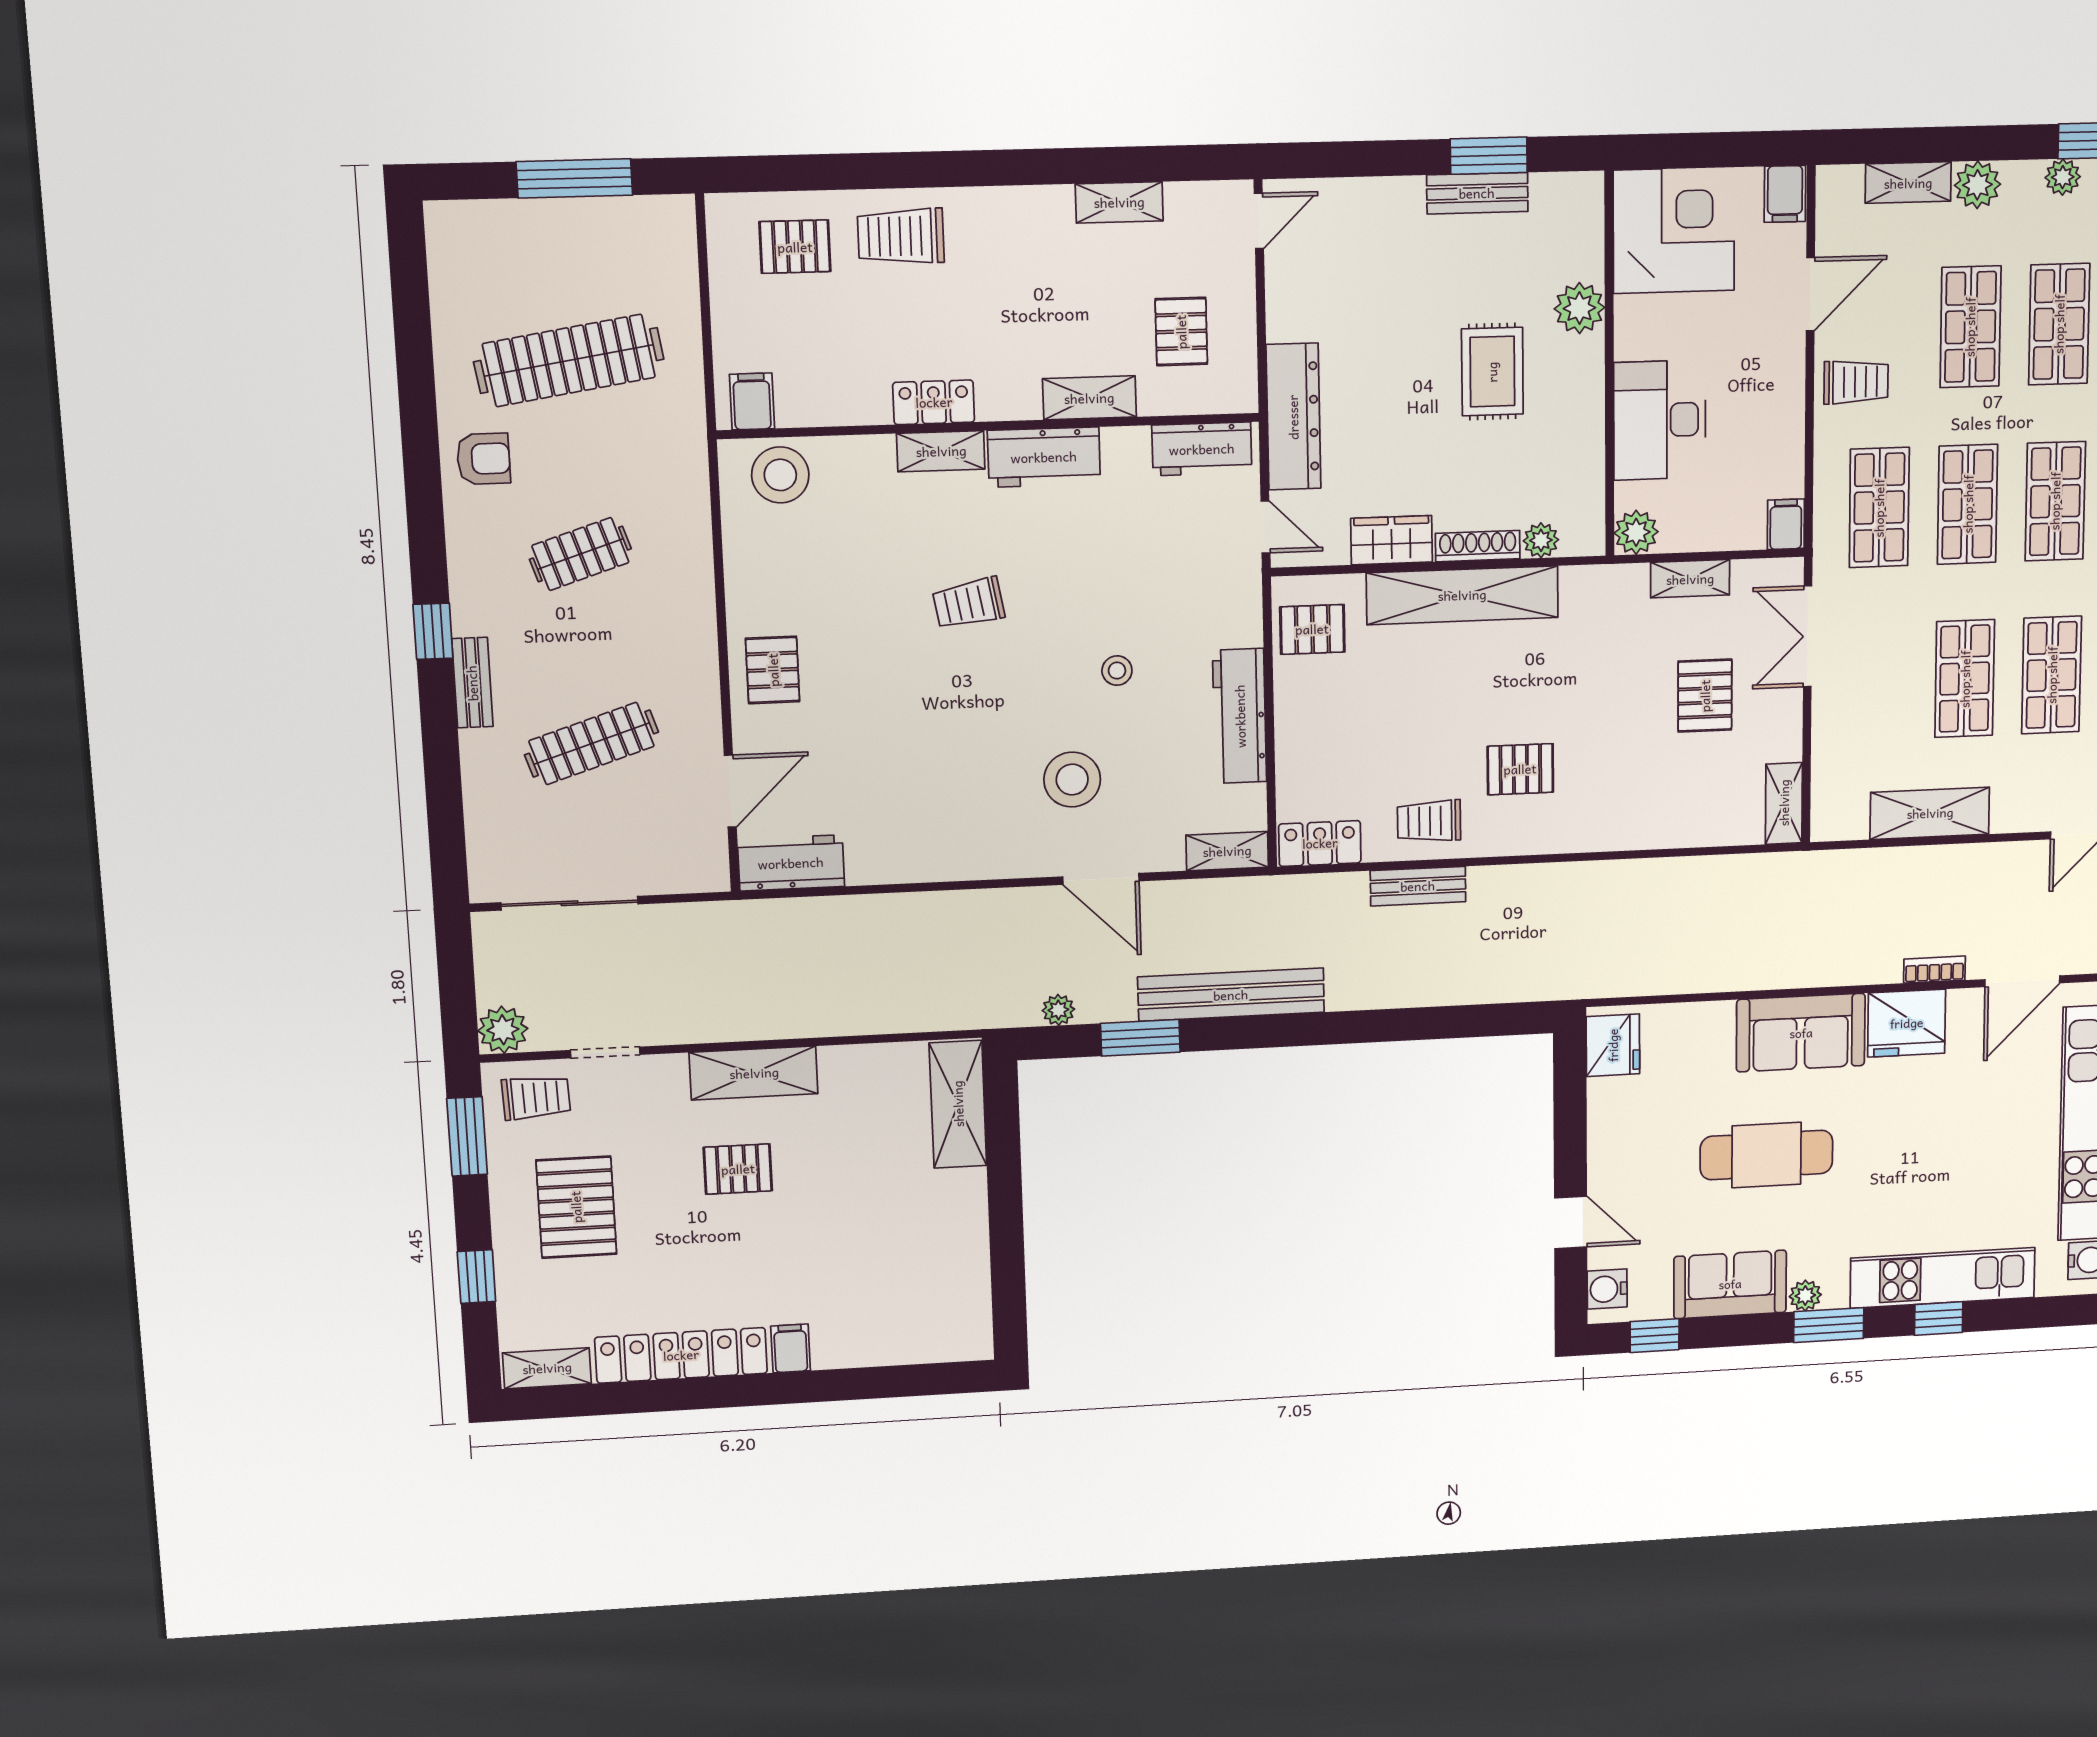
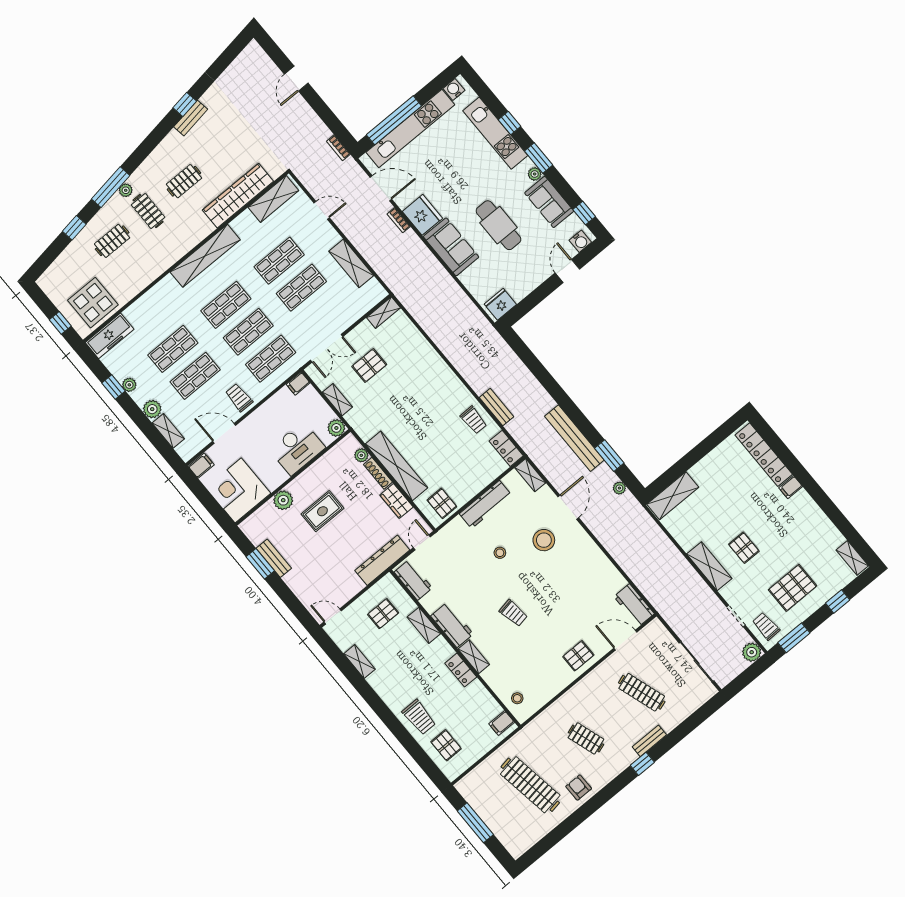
stool: (780, 475) -> (517, 698), width x0.53, depth x0.53
pallet: (1520, 769) -> (436, 405), removed
locker: (681, 1355) -> (764, 455), moved

